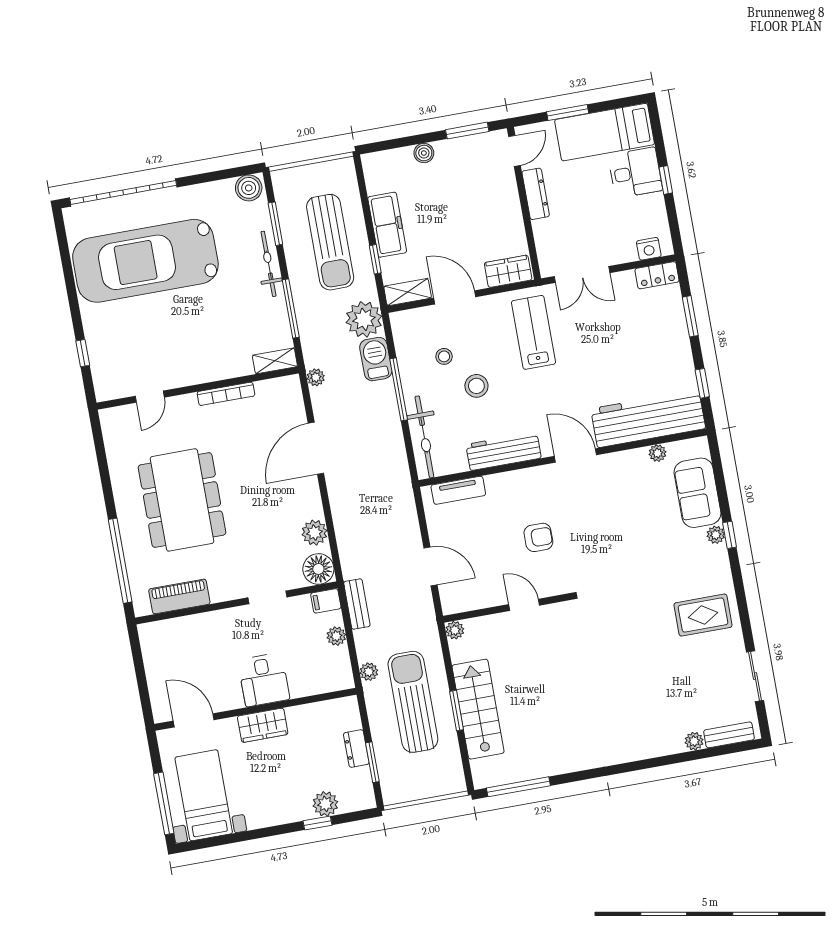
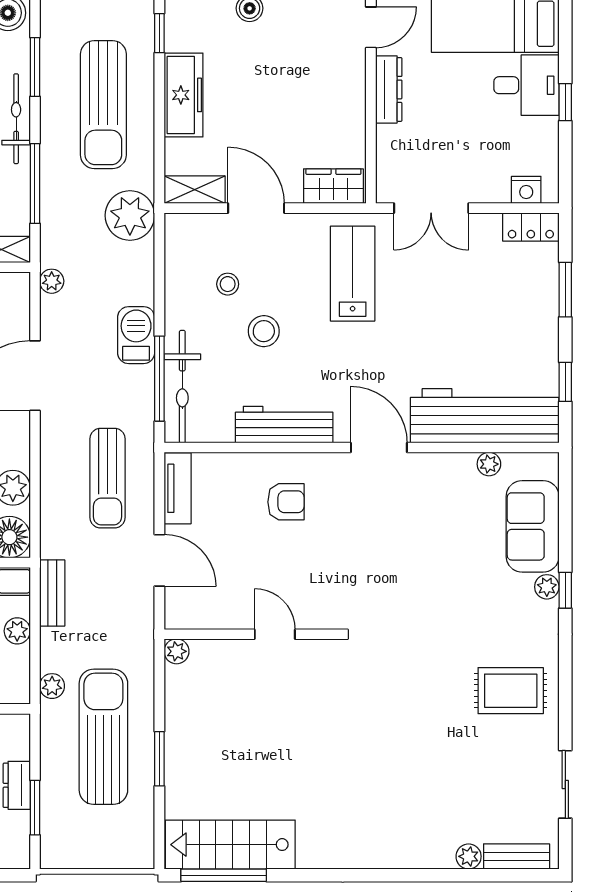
window: (375, 259) -> (159, 33), moved
barbecue: (376, 359) -> (136, 335), moved
window: (399, 389) -> (159, 379), moved
tv unit: (458, 490) -> (178, 488), moved, turned -90
sun lounger: (382, 513) -> (107, 478), added
armchair: (538, 537) -> (286, 502), moved
stairs: (478, 709) -> (230, 845), moved, turned -90

